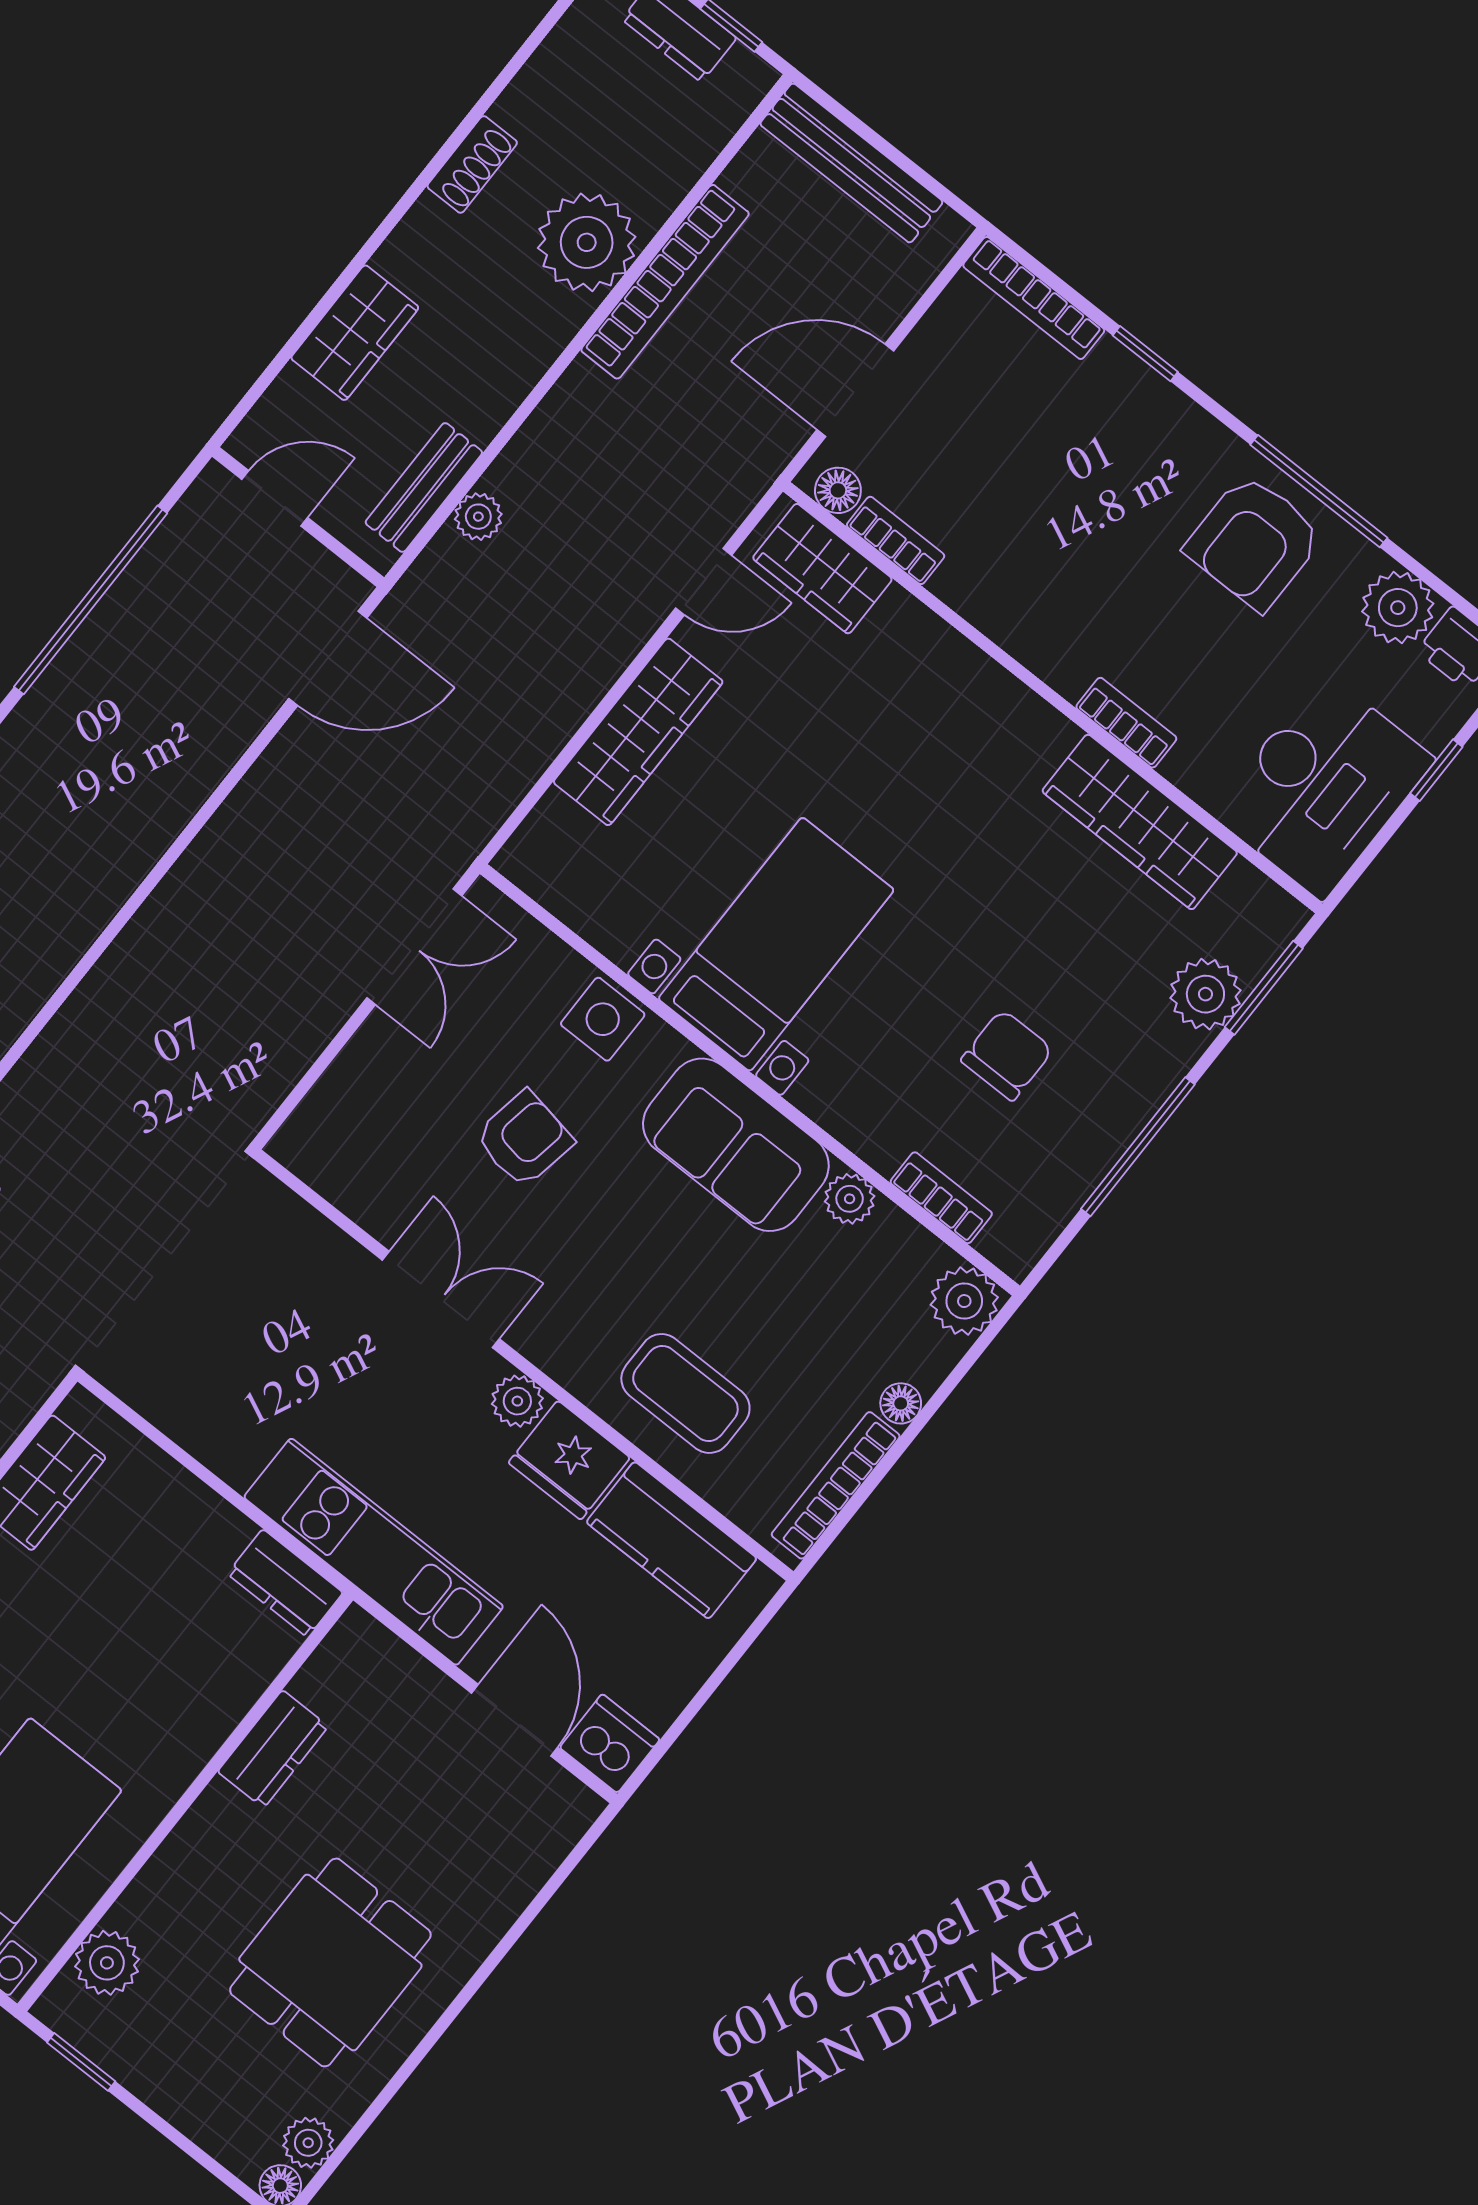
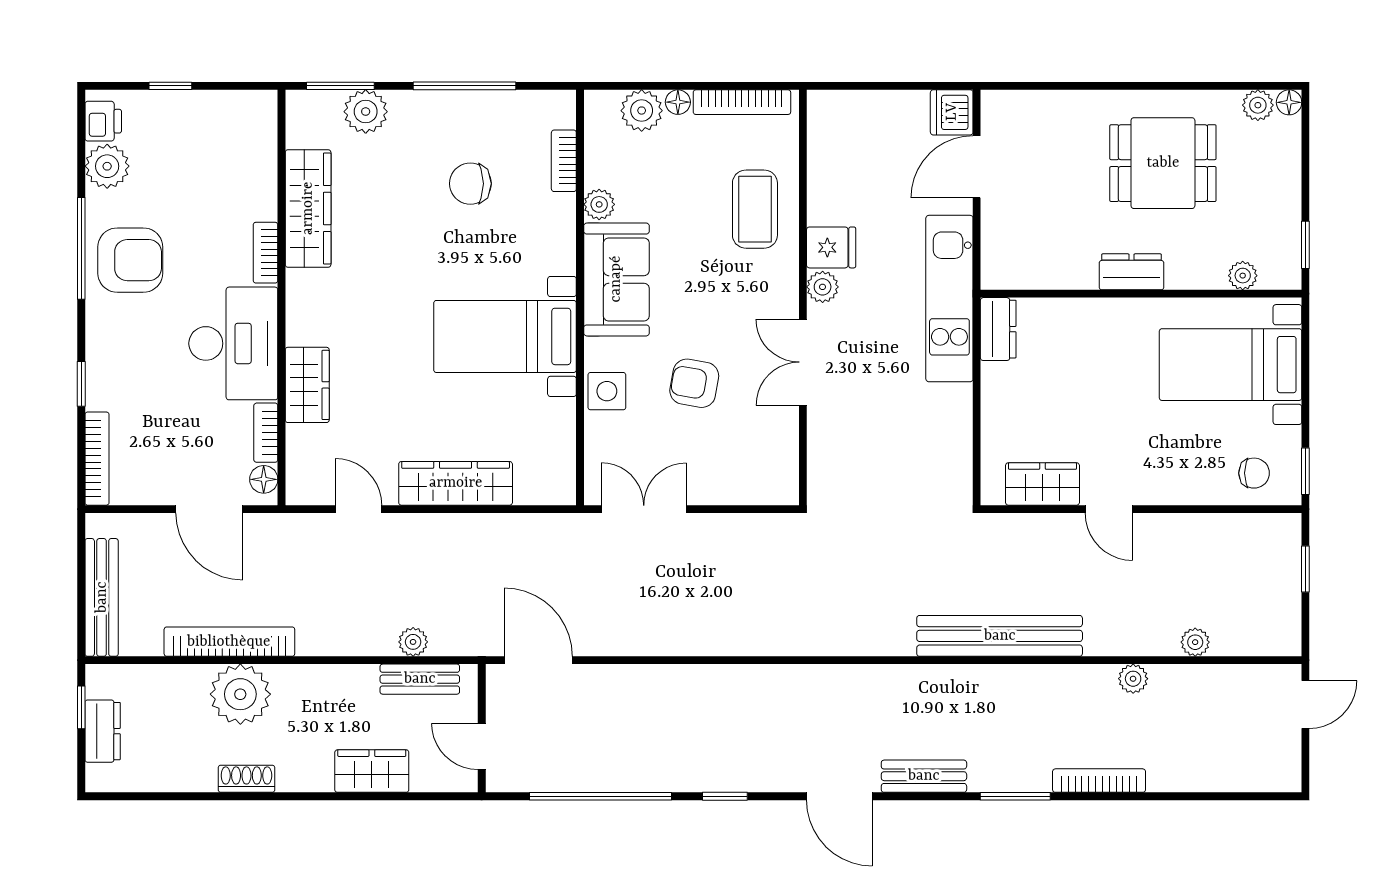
wardrobe: (822, 569) -> (307, 385), moved
desk: (1323, 786) -> (233, 343), moved, turned 90
plant: (964, 1301) -> (642, 111), moved
fridge: (569, 1460) -> (831, 247), width x0.72
kitchen counter: (671, 1540) -> (831, 160), removed
dresser: (273, 1749) -> (1132, 272), moved
plant: (107, 1963) -> (1243, 276), width x0.73, depth x0.73

